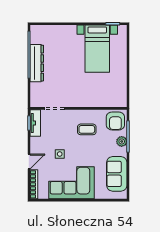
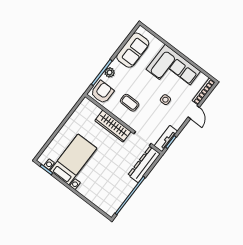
dresser: (37, 63) -> (144, 164), moved
wardrobe: (86, 100) -> (113, 126), added
door: (29, 161) -> (194, 112), swing flipped

